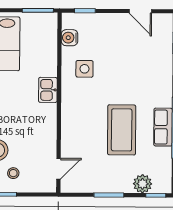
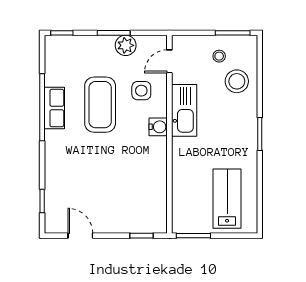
water cooler: (70, 38) -> (158, 127), moved
side table: (84, 69) -> (141, 91), moved
kitchen sink: (48, 90) -> (184, 110), moved, width x1.88, depth x1.24
plant: (143, 184) -> (126, 45), moved

